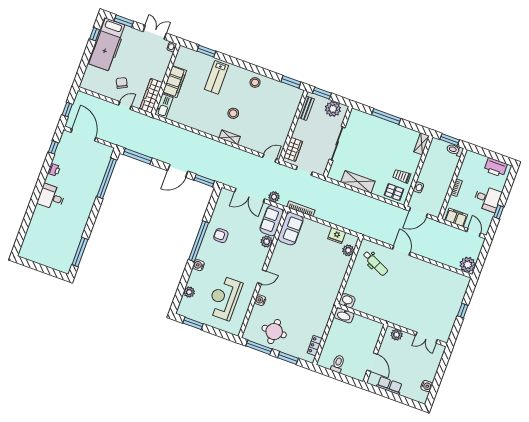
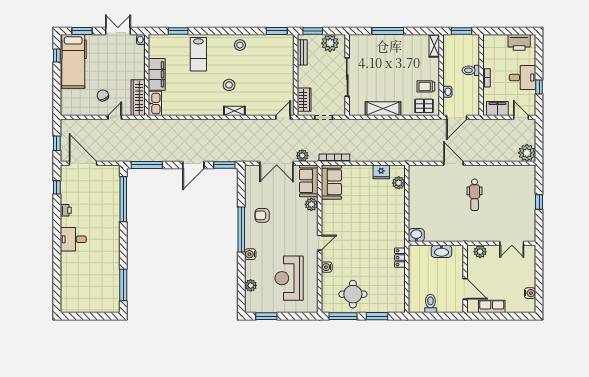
toilet: (455, 150) -> (471, 70), moved
dental chair: (375, 263) -> (475, 195), moved, turned 65
washbasin: (344, 315) -> (441, 251), moved
locker: (315, 346) -> (400, 258), moved

